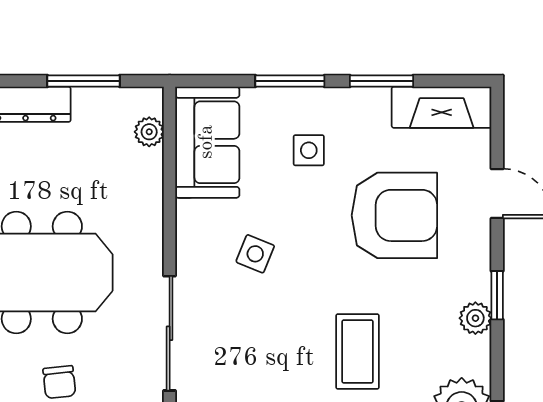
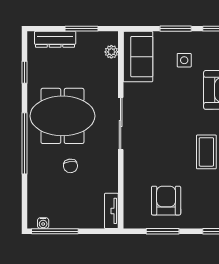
side table: (255, 254) -> (160, 107), removed
sliding door: (170, 333) -> (121, 124), moved

